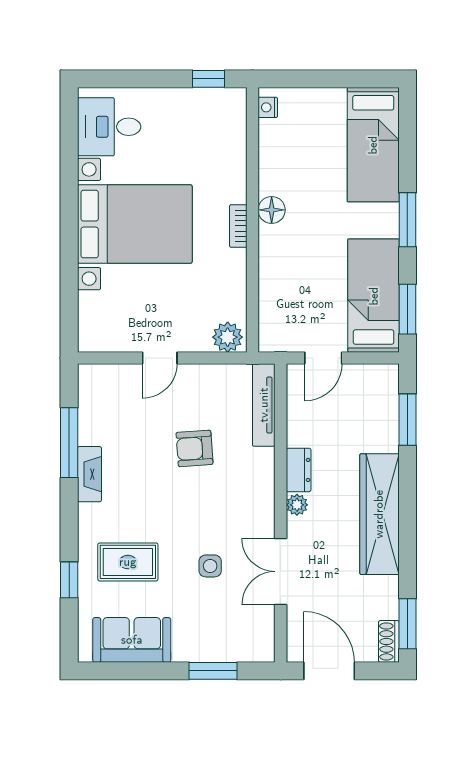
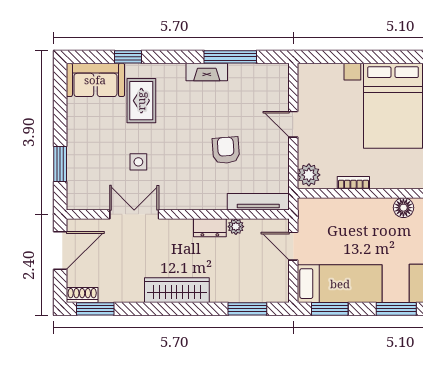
bookcase: (238, 226) -> (353, 183), moved
plant: (297, 505) -> (236, 227), moved
wardrobe: (379, 514) -> (177, 290), width x0.71, depth x0.85
sofa: (132, 640) -> (95, 80), moved, turned 90

